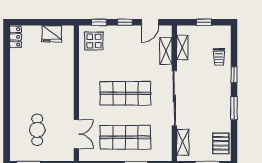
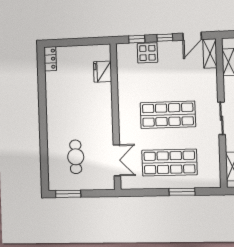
fridge: (52, 34) -> (103, 72), moved, turned 90
display table: (94, 41) -> (147, 53), moved
shelving: (166, 51) -> (210, 53), moved
sliding door: (174, 98) -> (222, 118), width x0.54

